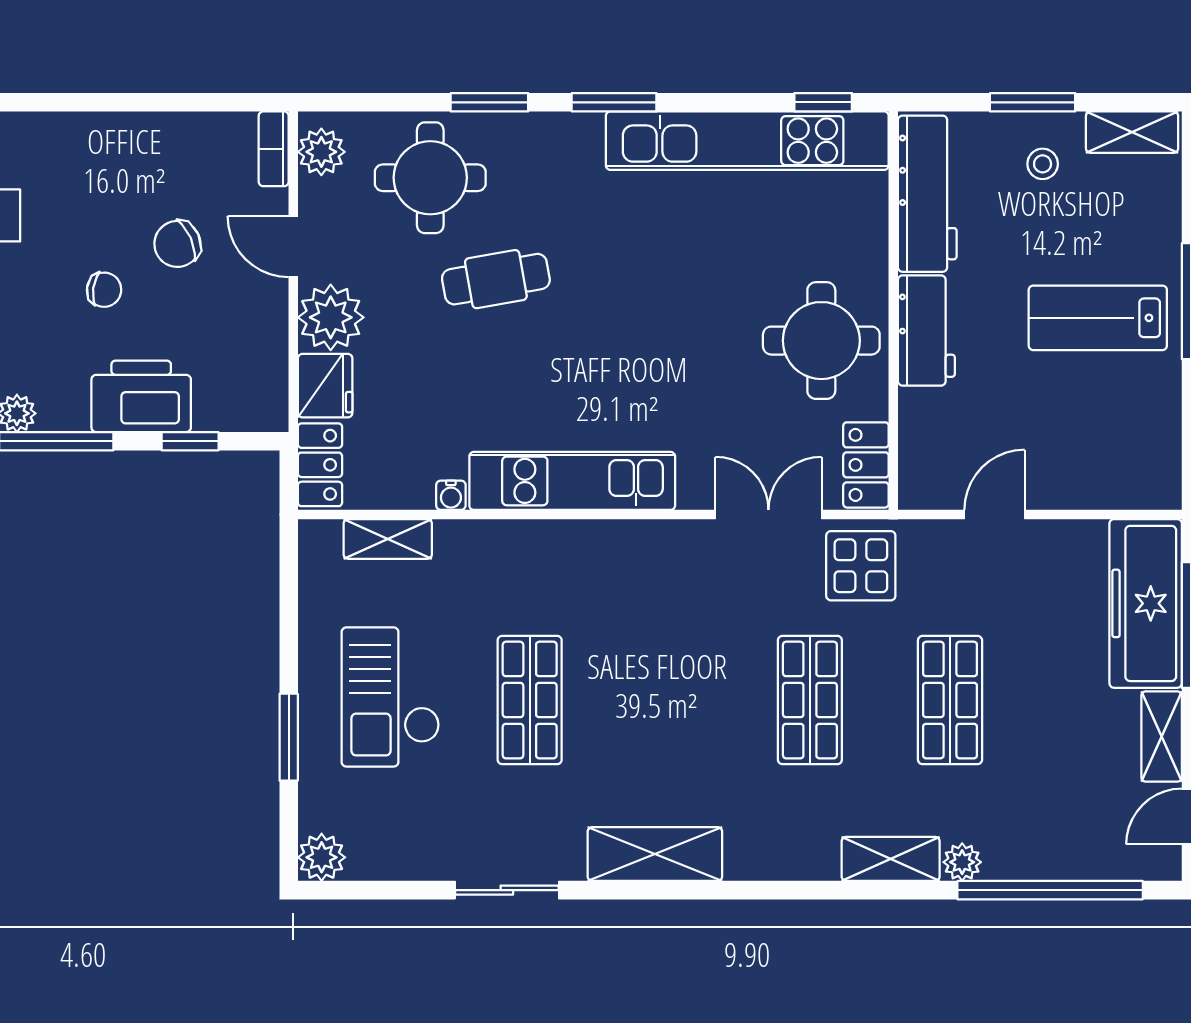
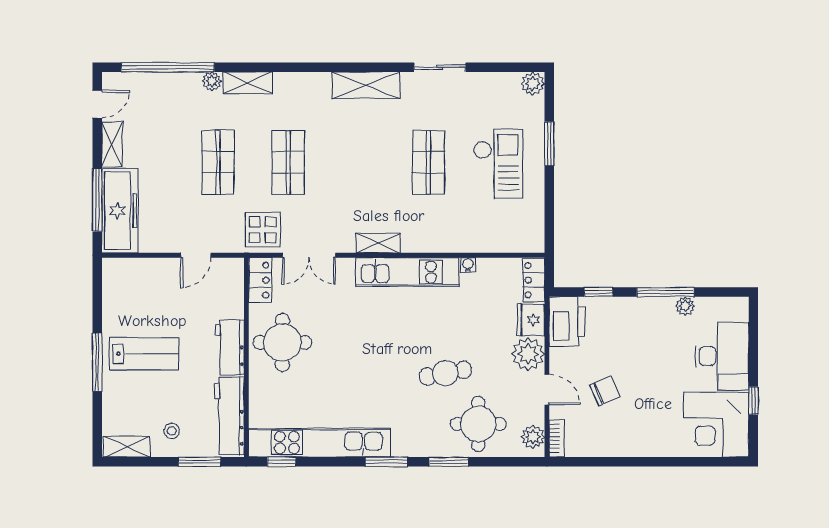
window: (1033, 102) -> (200, 462), moved
chair: (104, 290) -> (642, 368), removed
printer: (141, 396) -> (567, 321), moved, turned -90
shelving: (388, 539) -> (378, 243), moved

